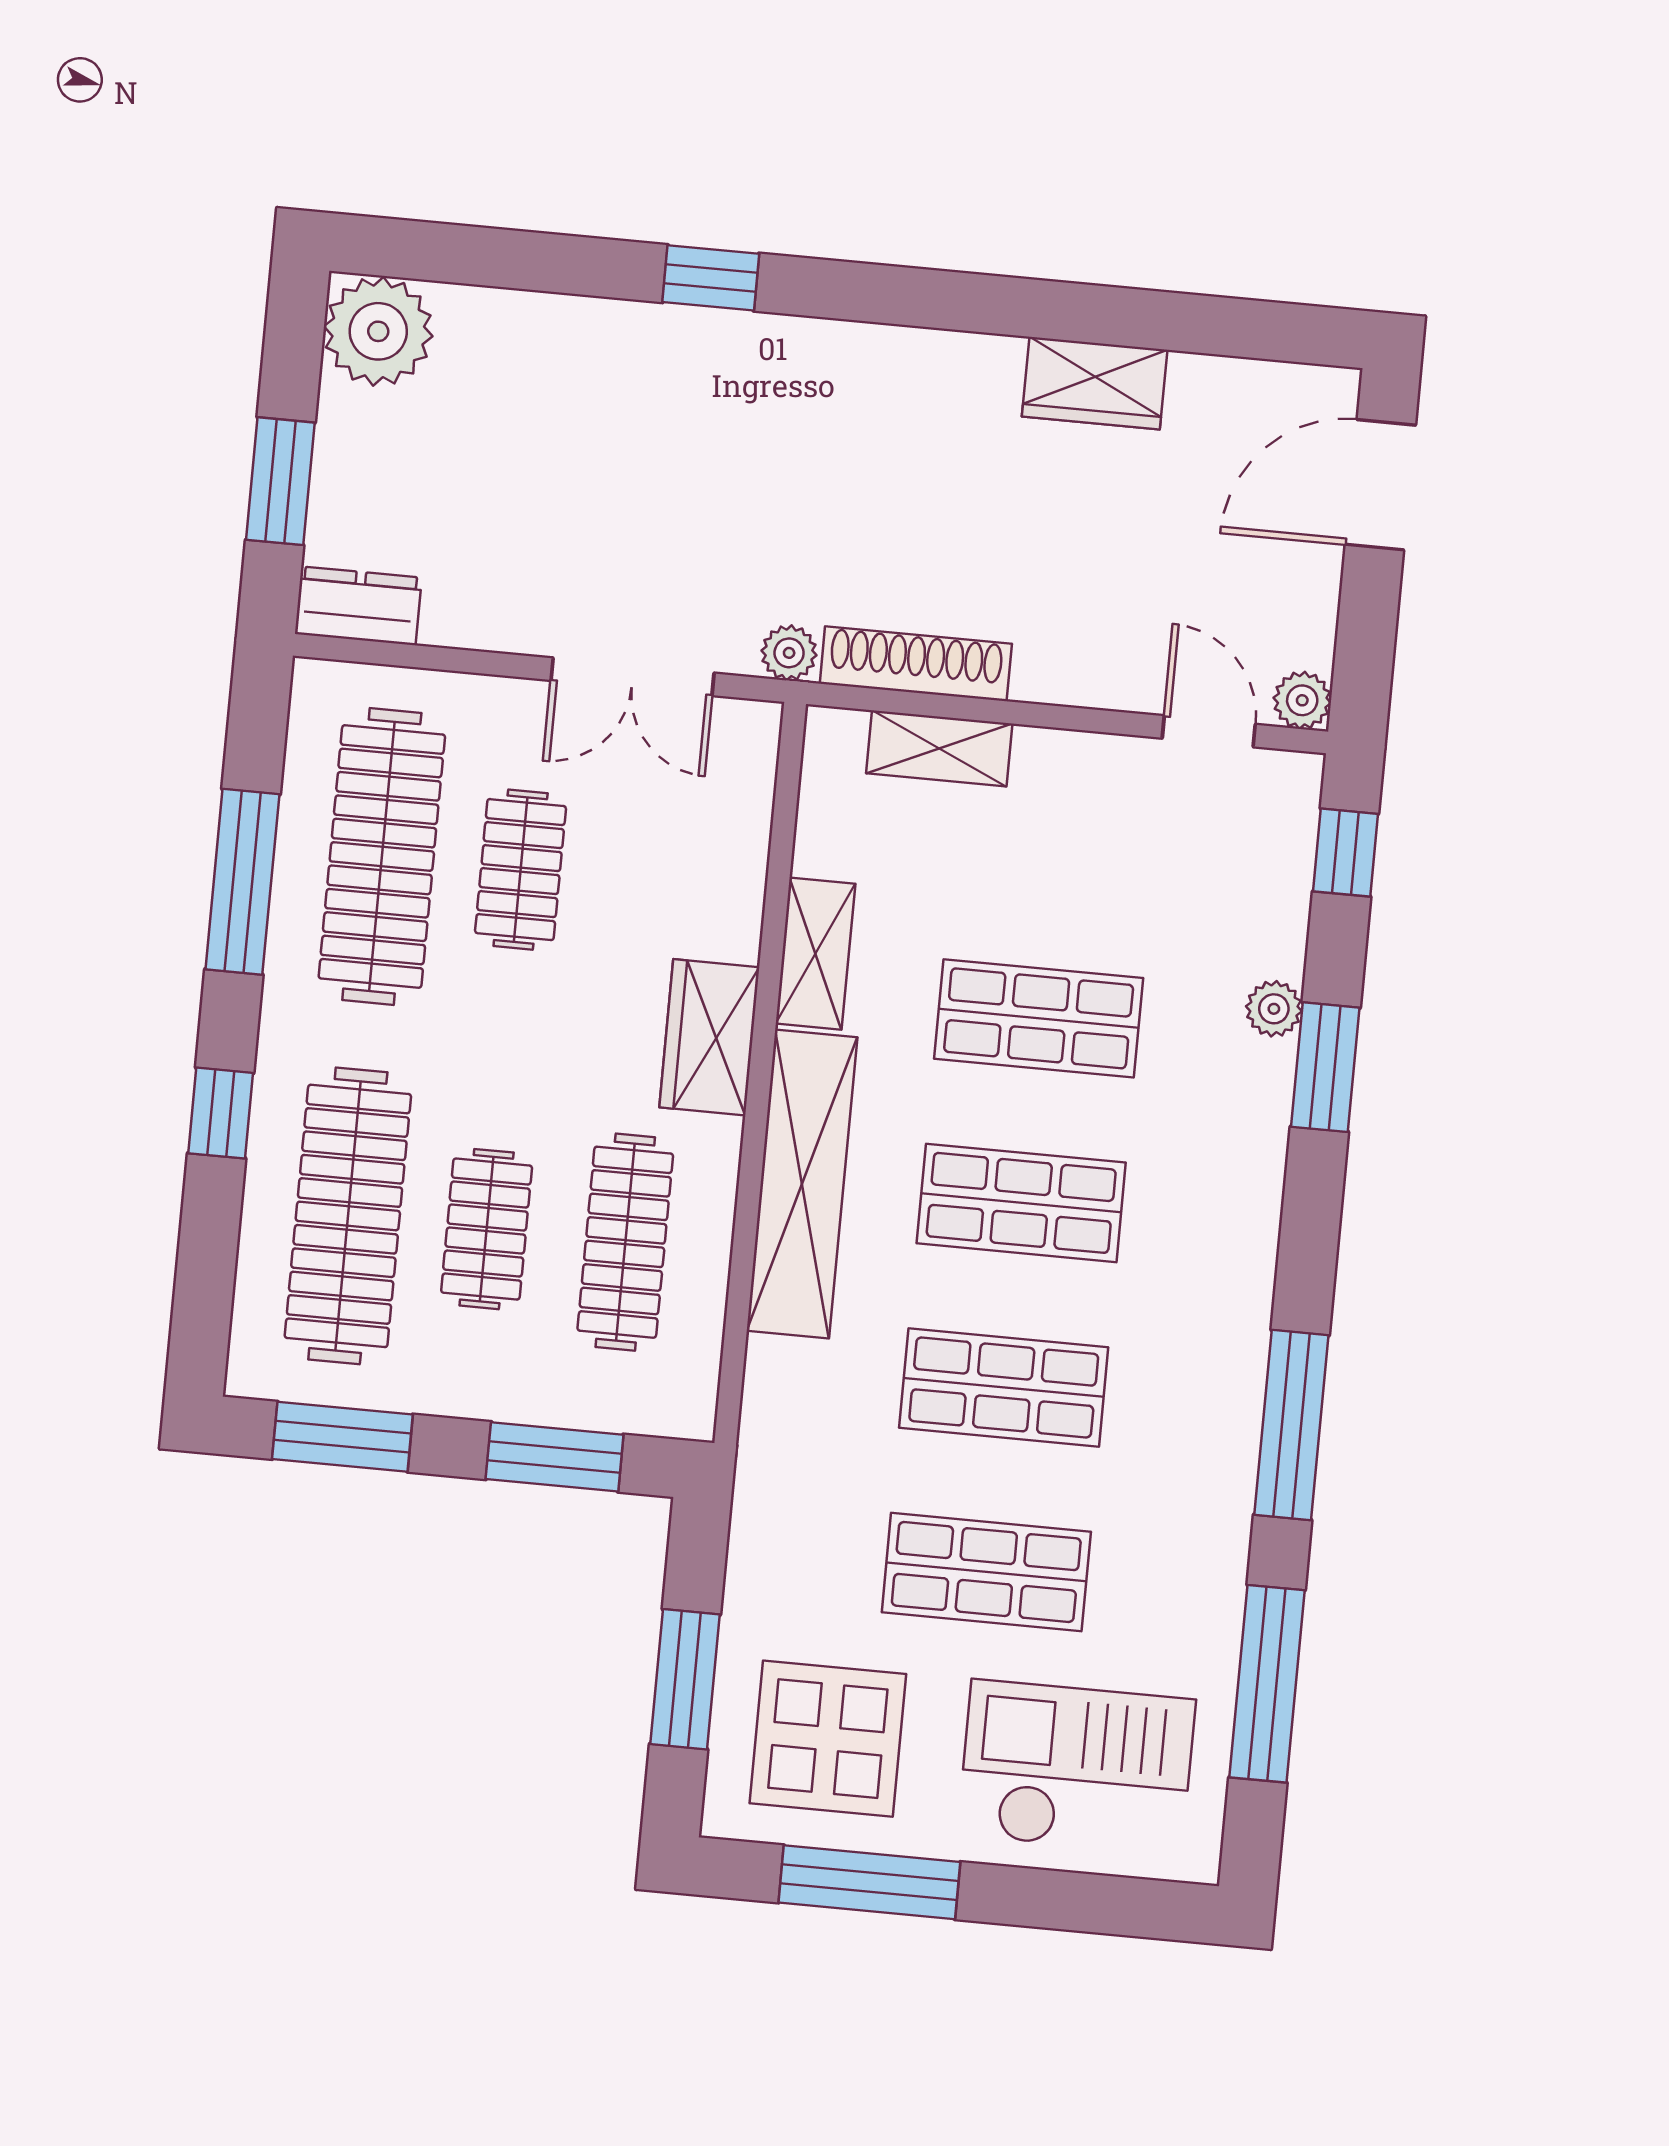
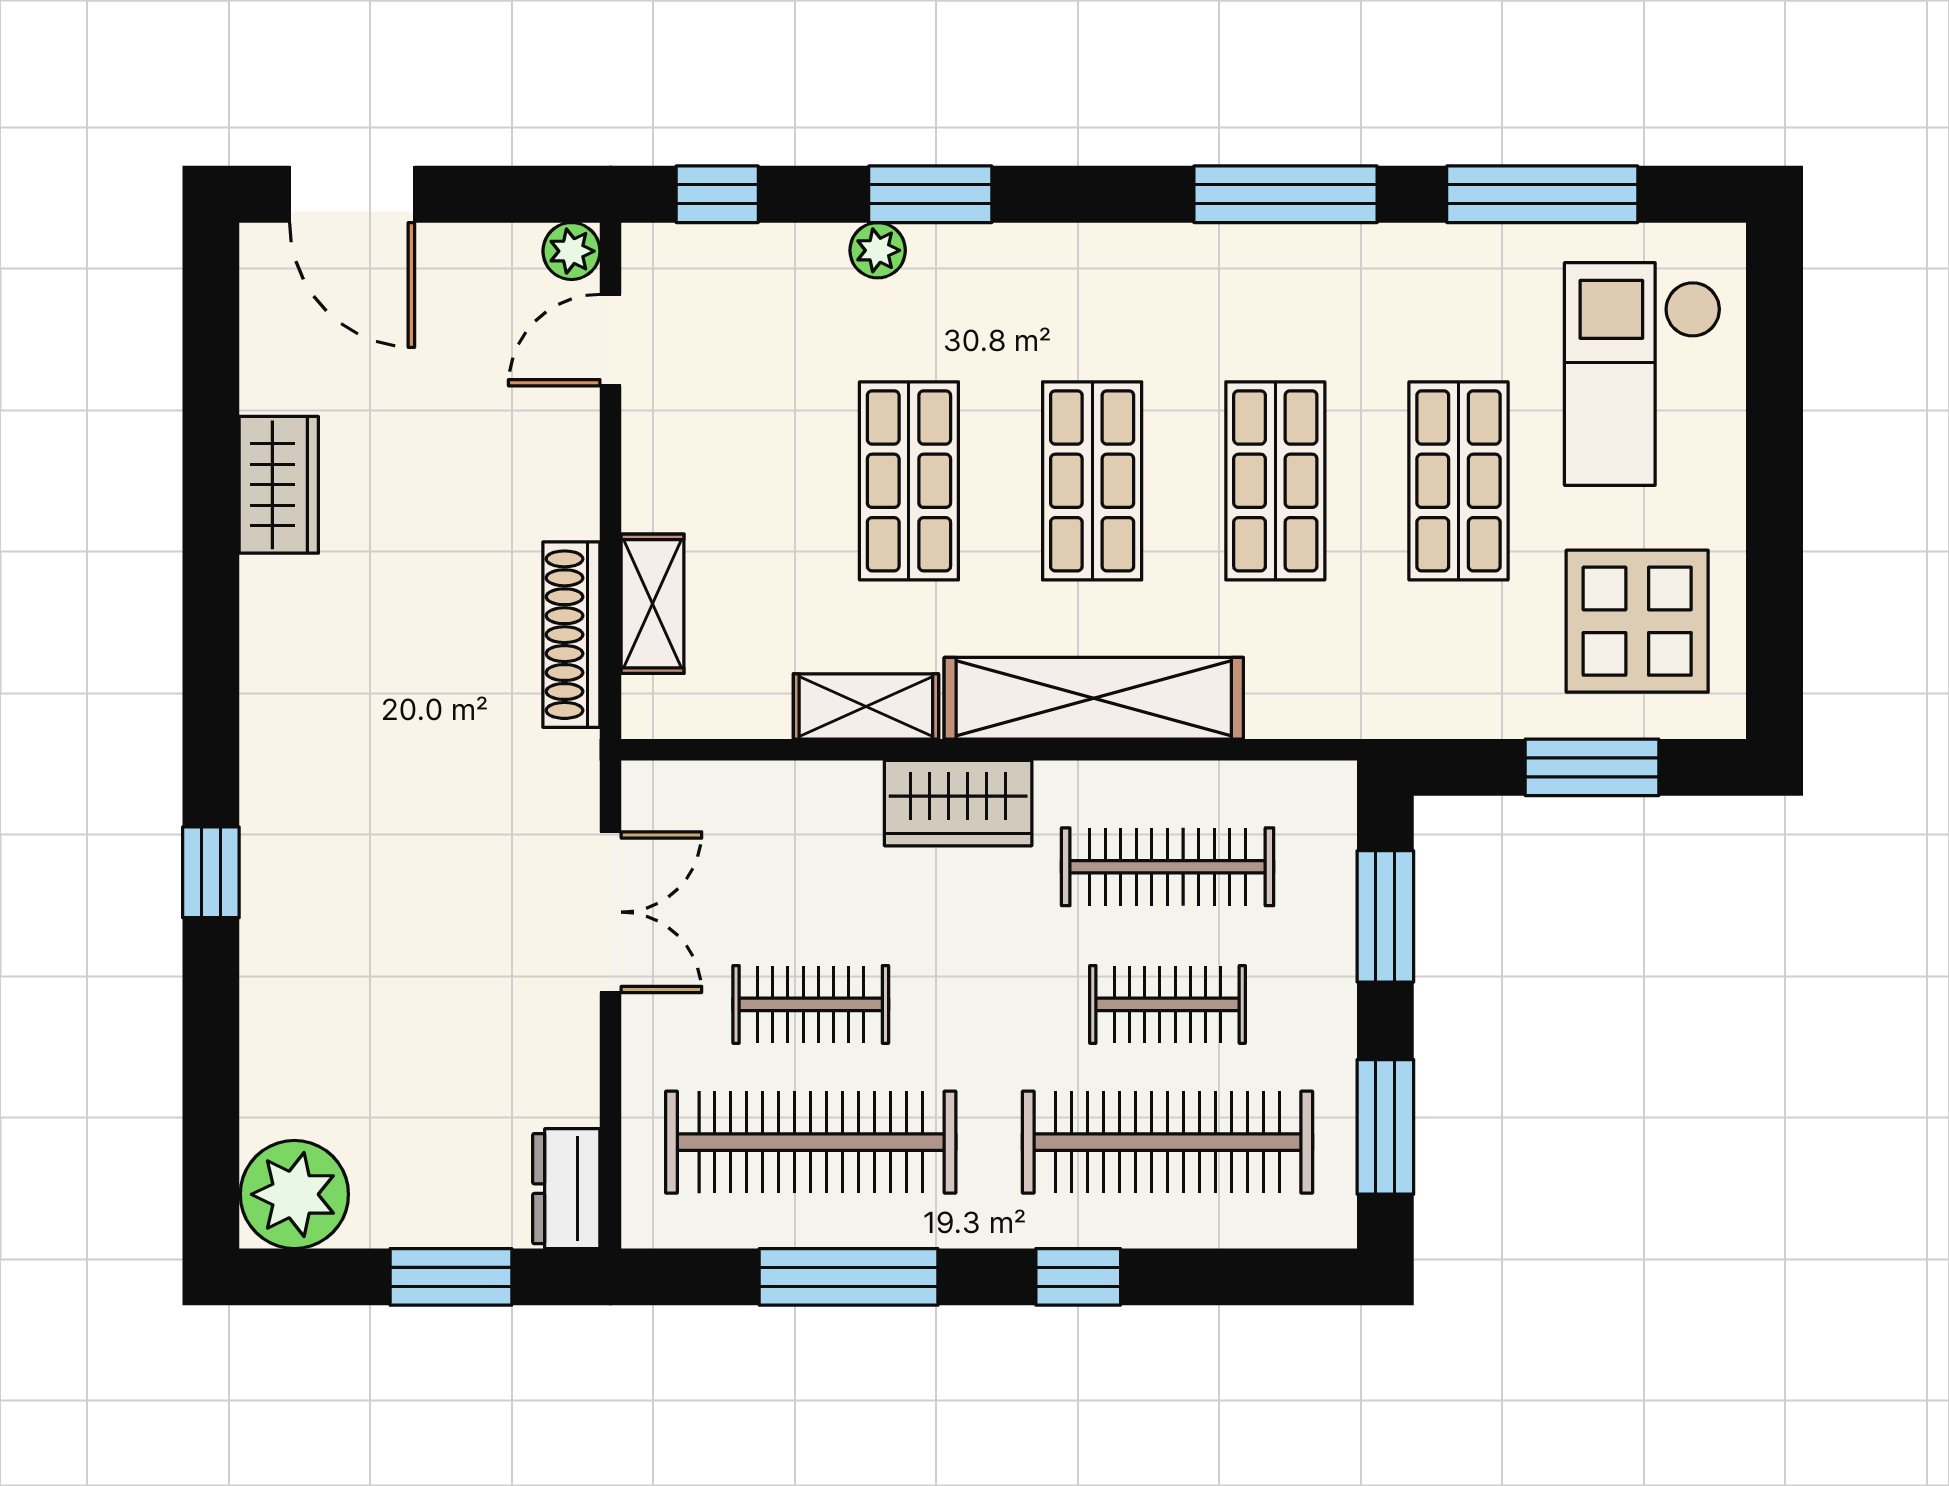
plant: (789, 653) -> (573, 760), removed
window: (869, 1882) -> (1775, 567), removed

